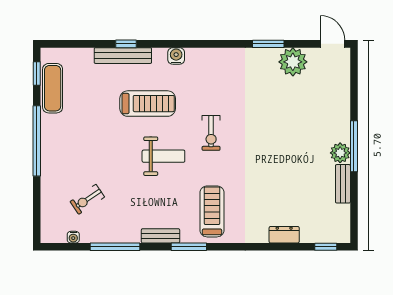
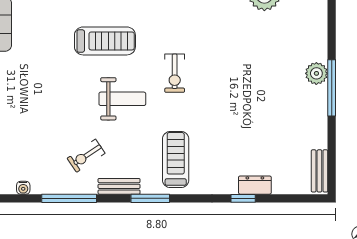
plant: (340, 153) -> (316, 73), moved
bench: (343, 184) -> (319, 171), moved
exercise bike: (87, 199) -> (86, 156), moved
window: (326, 247) -> (243, 198), moved

